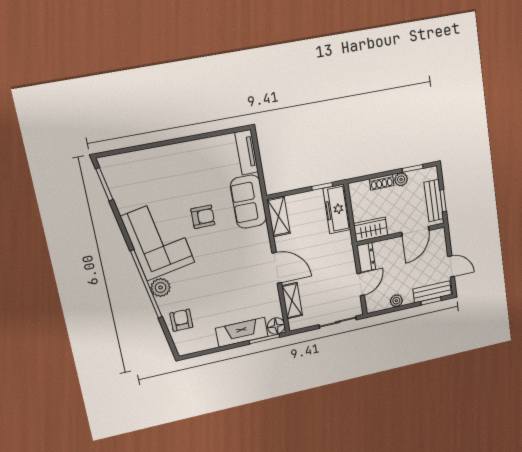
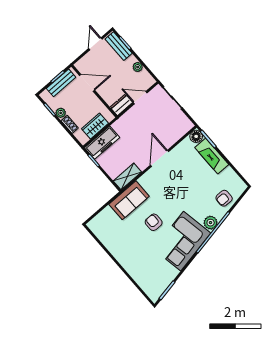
tv unit: (247, 152) -> (100, 219), removed
wardrobe: (371, 229) -> (95, 126), moved, turned 90
shelving: (292, 301) -> (175, 136), removed

